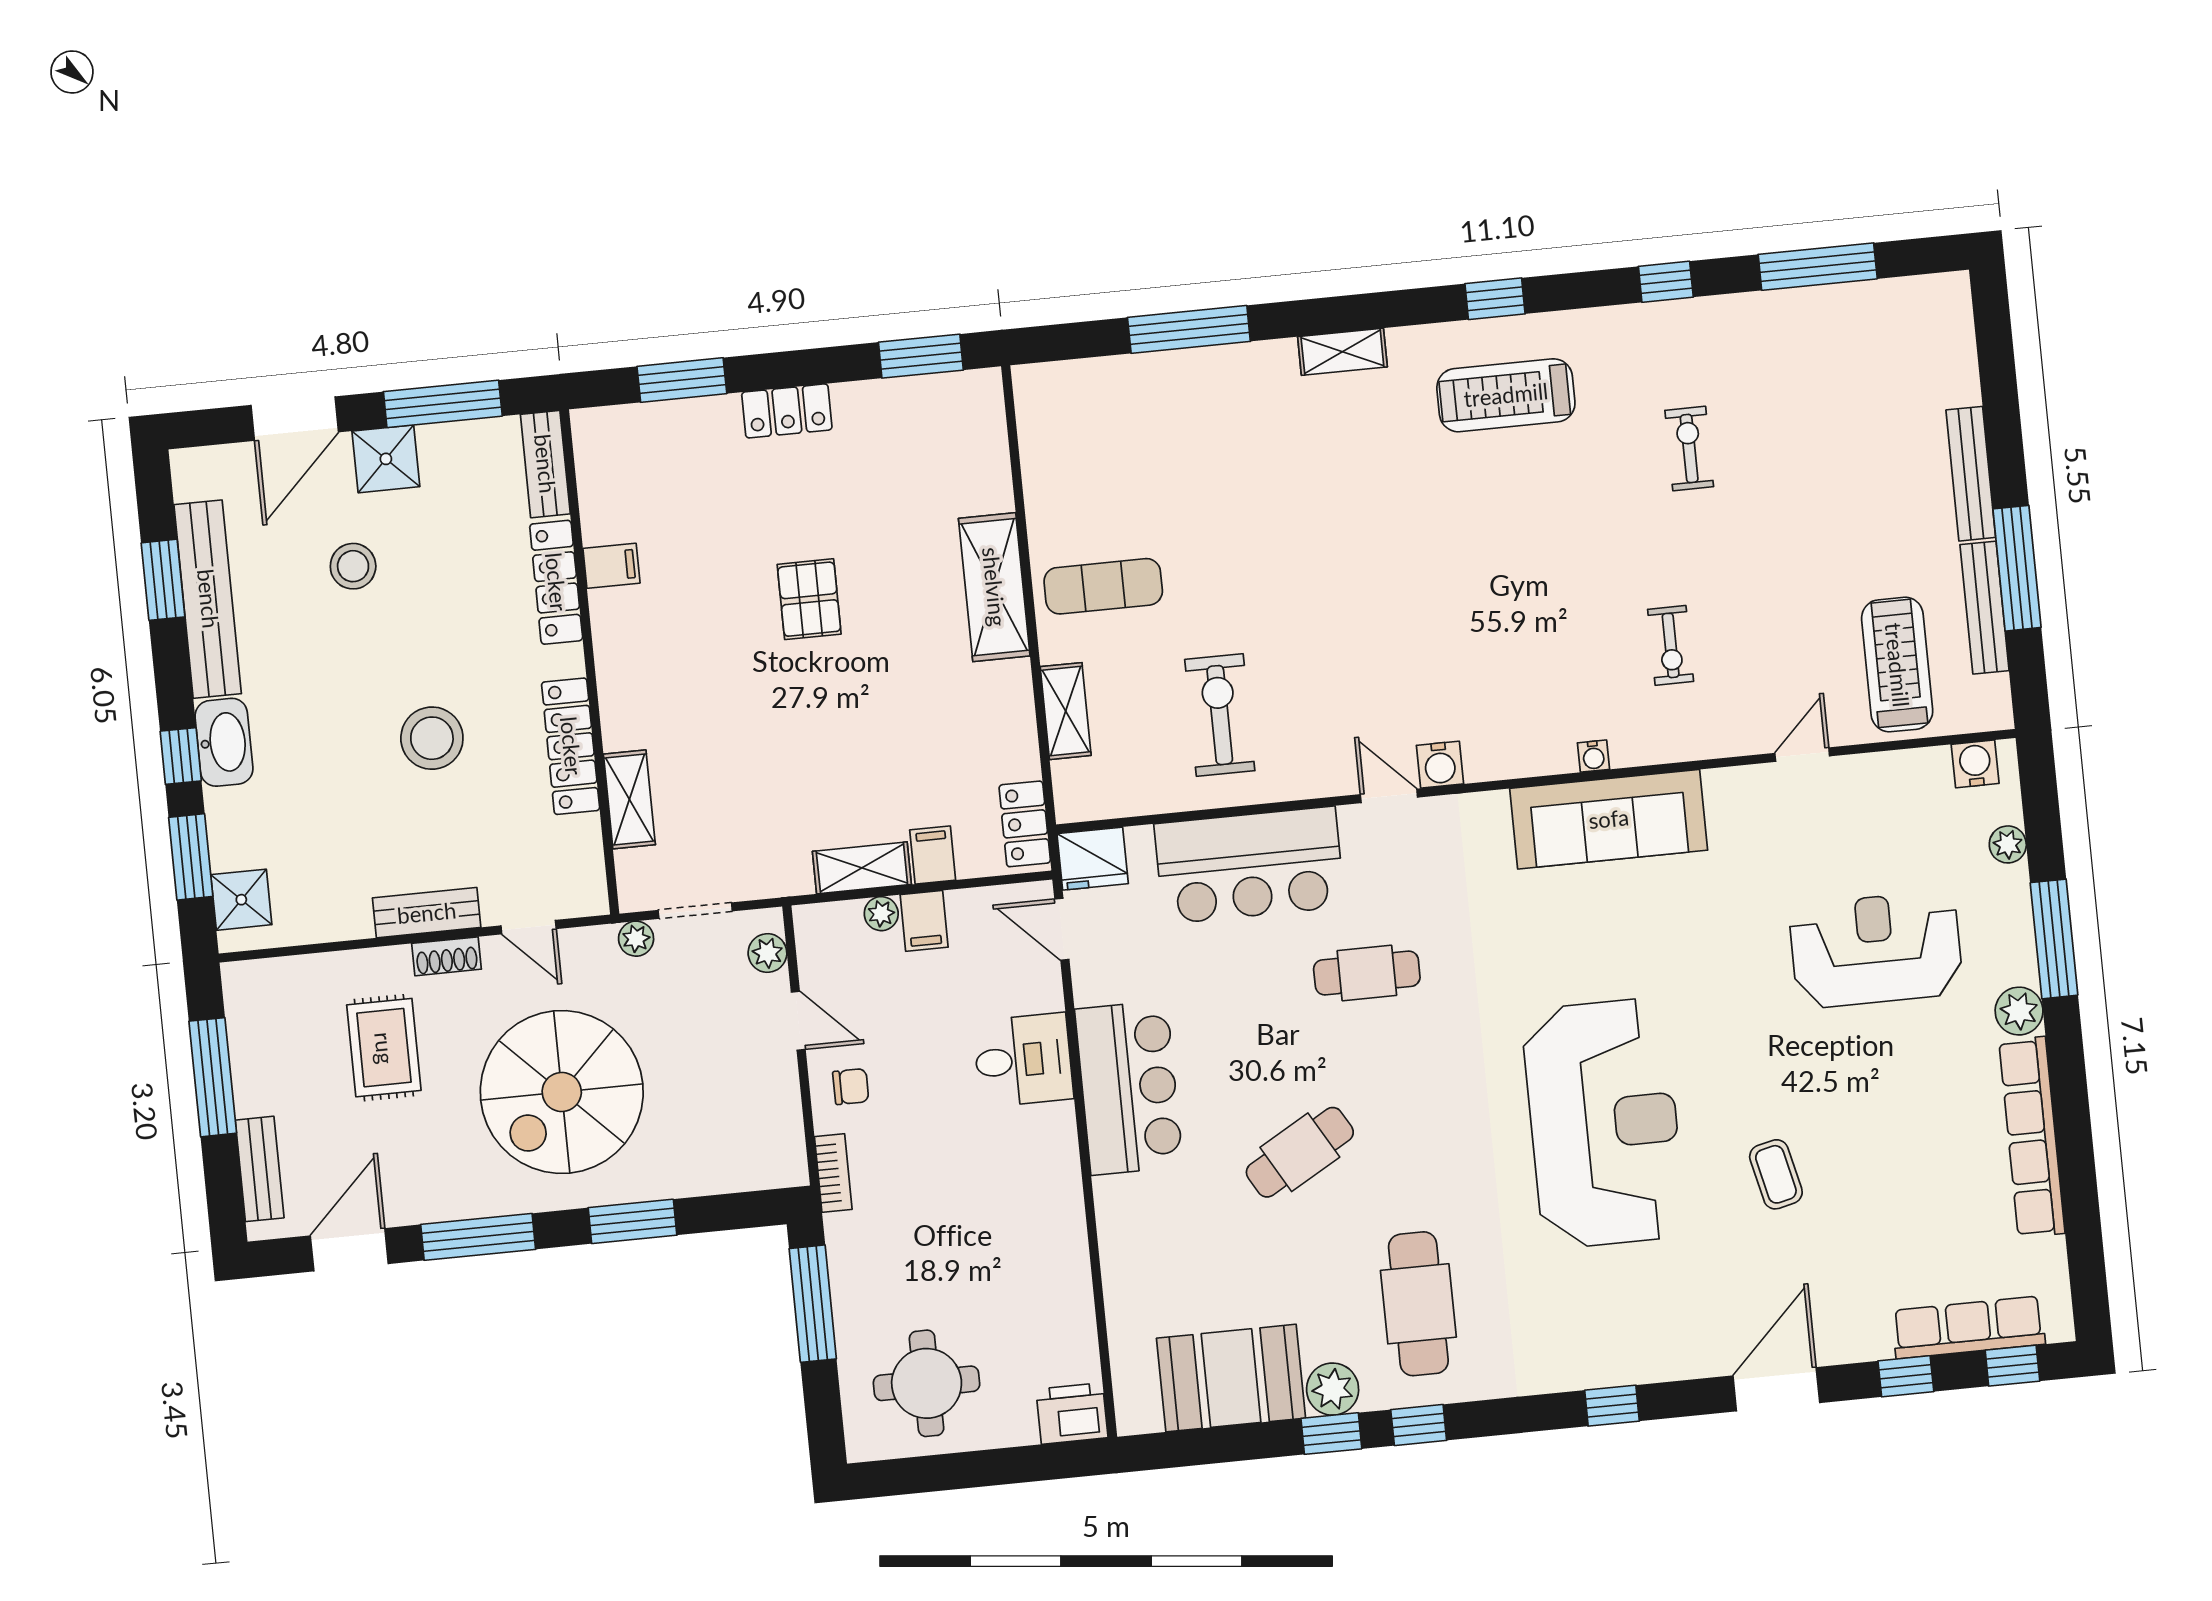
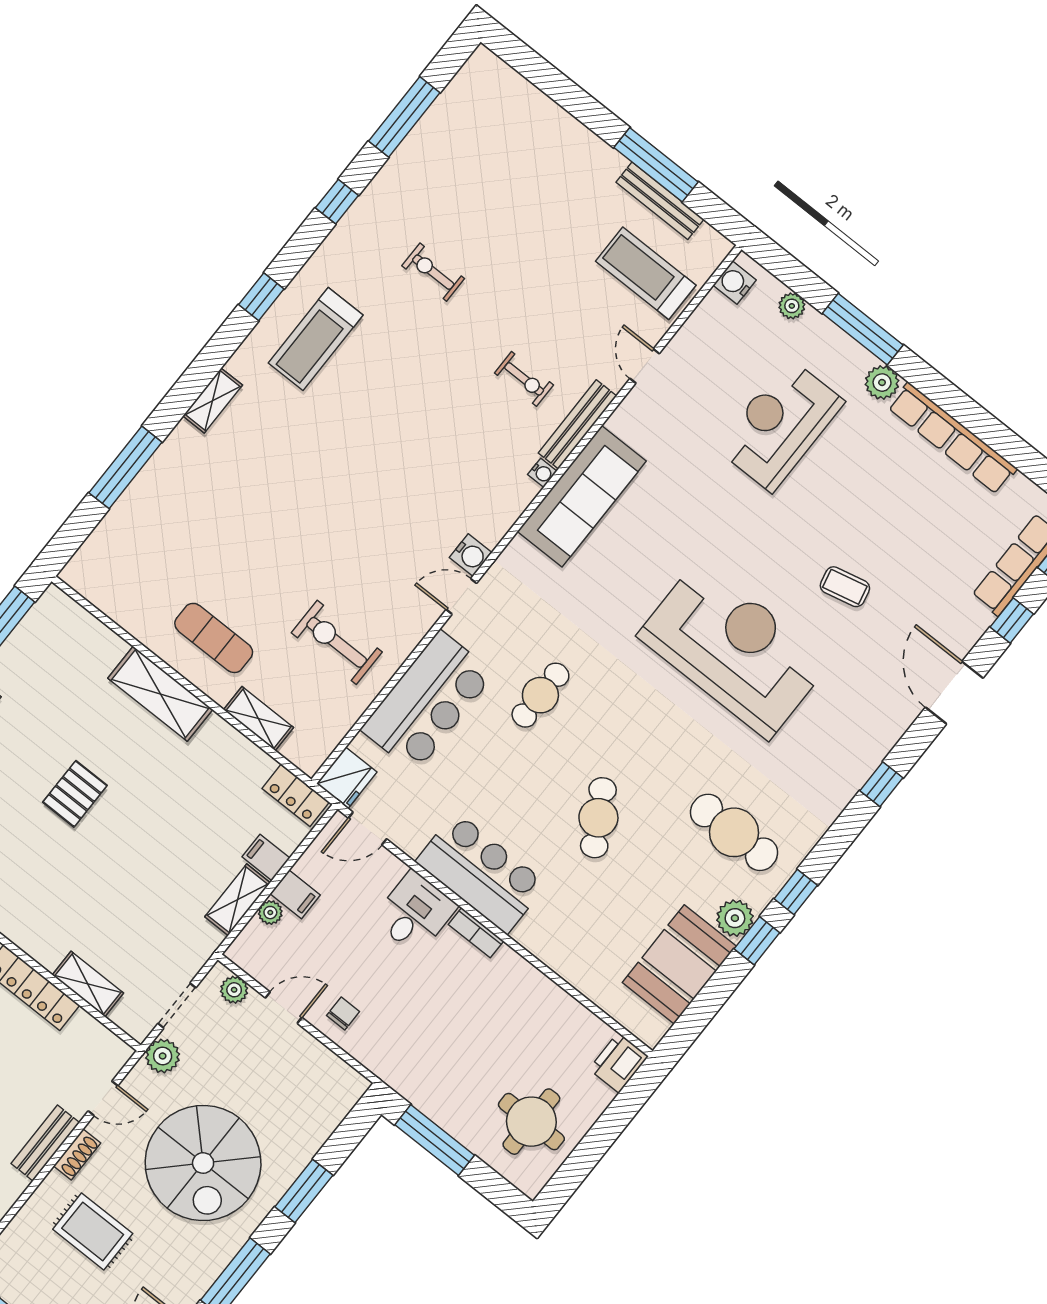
bench: (1971, 474) -> (577, 424), moved, turned 90
exercise mat: (1103, 586) -> (214, 638), turned 90
pallet: (809, 599) -> (75, 794), turned 90
plant: (636, 939) -> (163, 1056), width x1.38, depth x1.38
bookcase: (833, 1173) -> (476, 933), moved, turned 180

